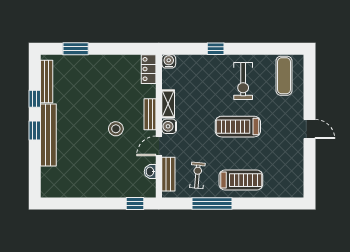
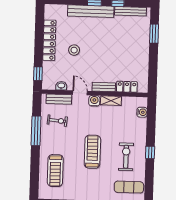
window: (216, 49) -> (150, 152), moved
water cooler: (169, 61) -> (142, 112), moved
locker: (149, 69) -> (127, 87), moved
exercise bike: (243, 81) -> (126, 157), turned 90
stool: (116, 129) -> (74, 50), moved
treadmill: (241, 180) -> (55, 171), moved
locker: (89, 190) -> (49, 40), added

